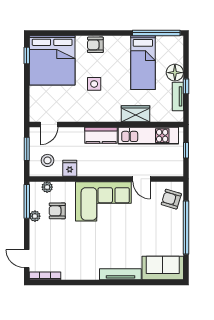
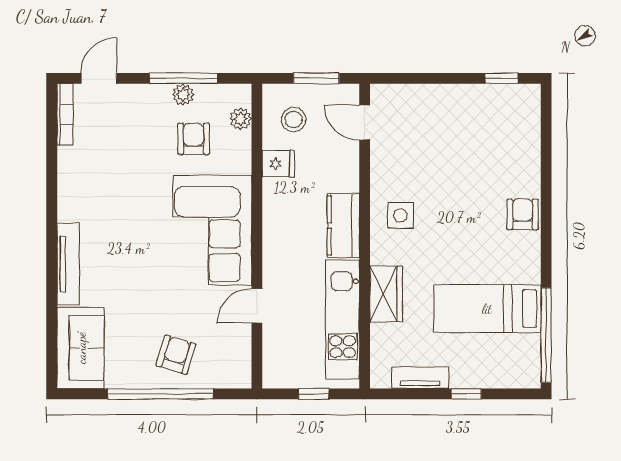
bed: (52, 60) -> (492, 129), removed
floor lamp: (175, 73) -> (468, 372), removed
side table: (94, 84) -> (400, 216), moved
window: (186, 86) -> (466, 394), moved
armchair: (171, 199) -> (176, 355), moved
window: (27, 201) -> (183, 78), moved

